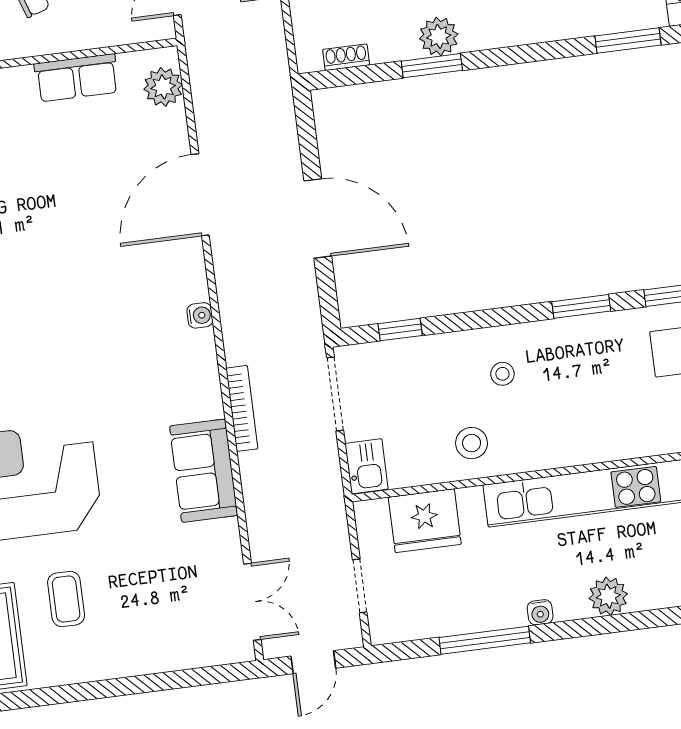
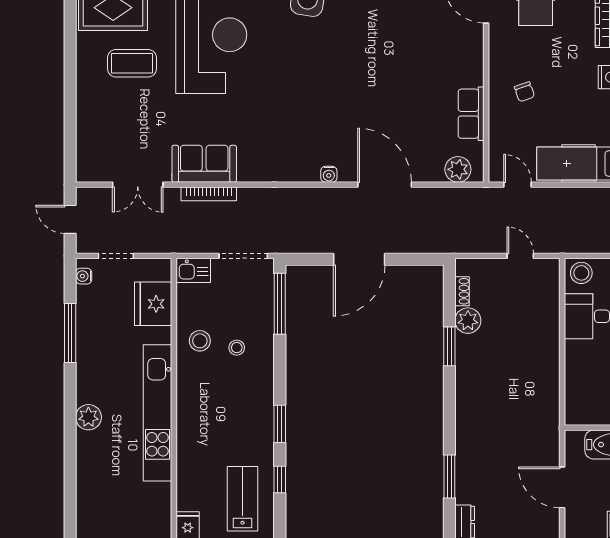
plant: (439, 36) -> (468, 321), moved
water cooler: (200, 315) -> (329, 174), moved
window: (400, 330) -> (280, 304), width x2.17
stool: (502, 374) -> (237, 348), moved
bookcase: (242, 408) -> (209, 194), moved
coffee table: (66, 599) -> (132, 63), width x1.36, depth x1.30
double door: (252, 602) -> (138, 185), moved
water cooler: (540, 612) -> (84, 276), moved

